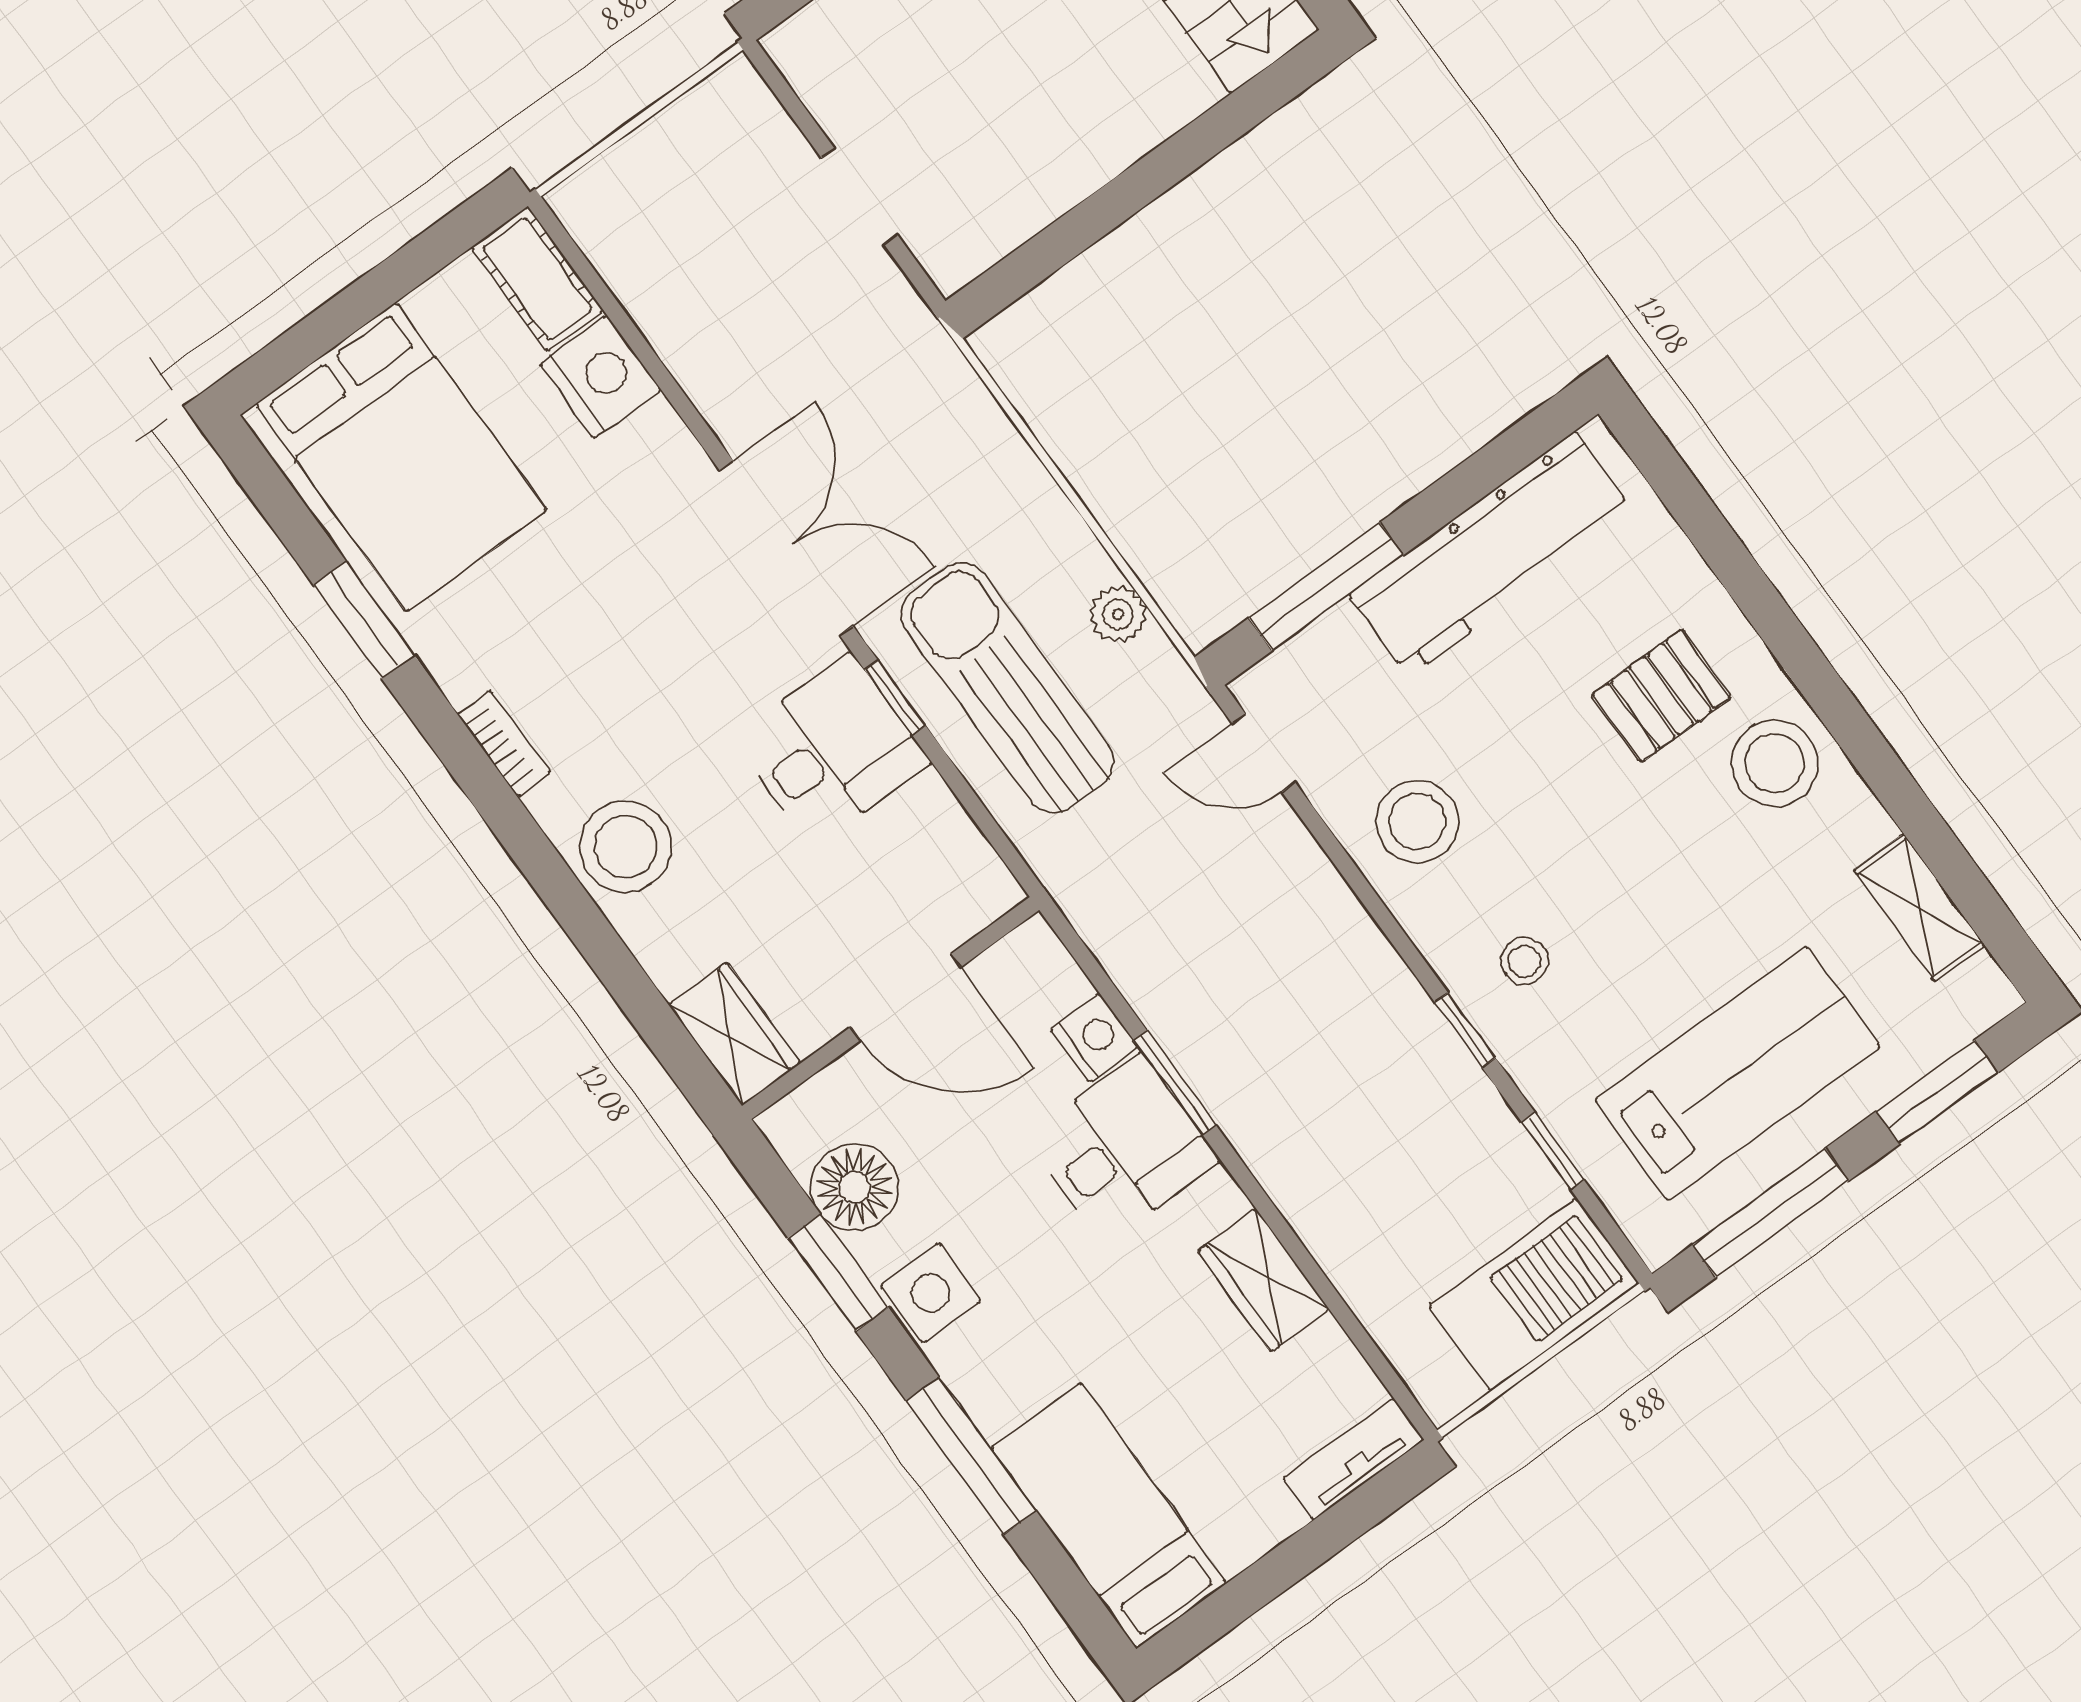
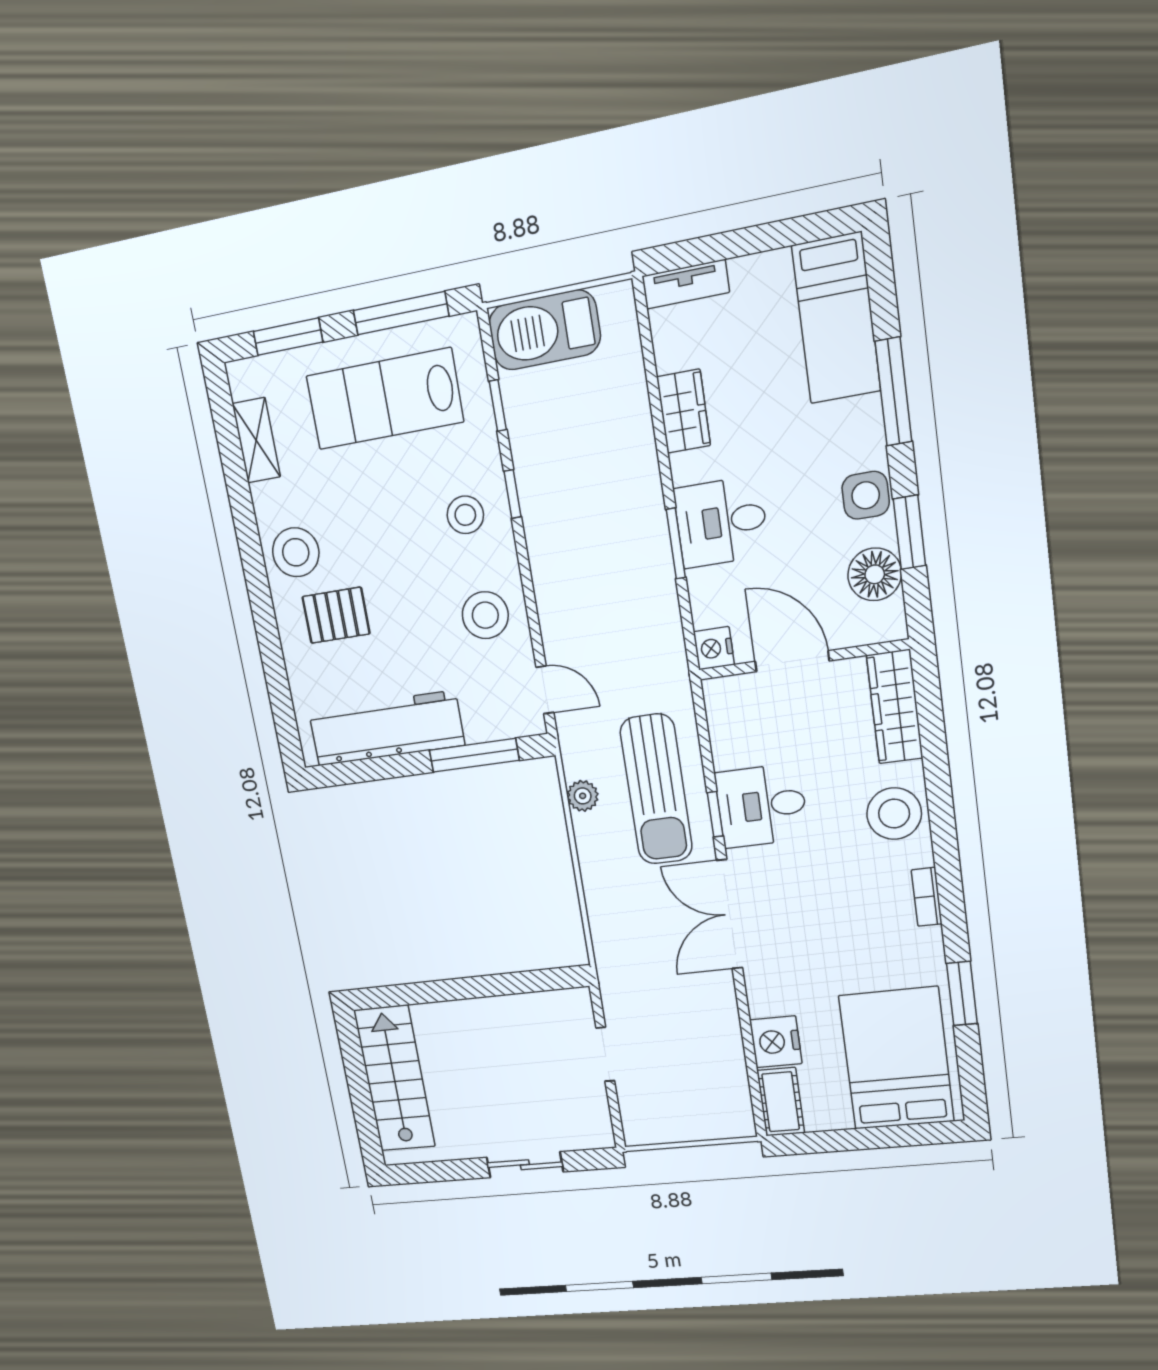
stool: (1524, 961) -> (465, 515), width x1.37, depth x1.37
wardrobe: (734, 1034) -> (895, 707), width x1.50
nightstand: (1094, 1038) -> (714, 648), moved

